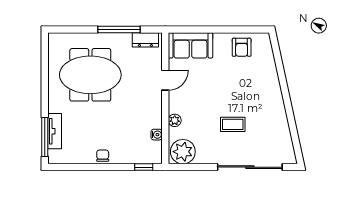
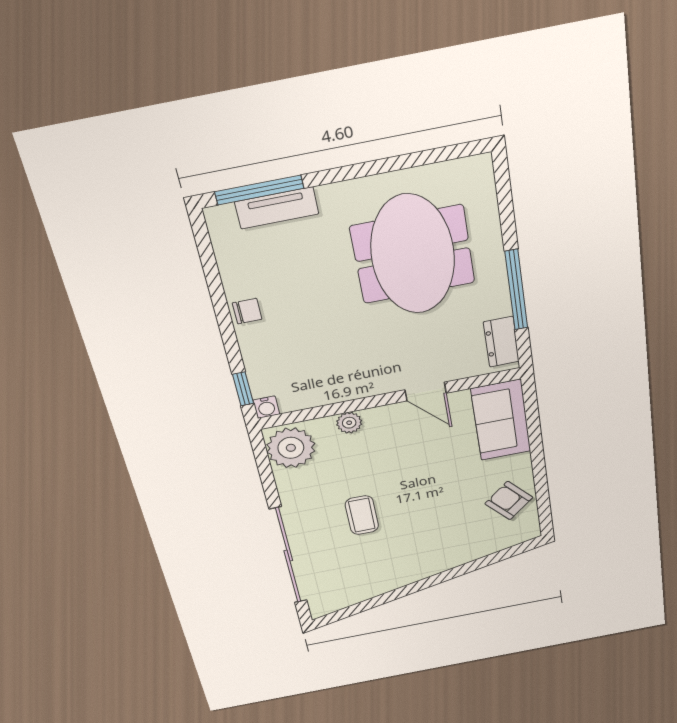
armchair: (242, 47) -> (509, 501), turned 49
water cooler: (157, 135) -> (266, 407), moved

